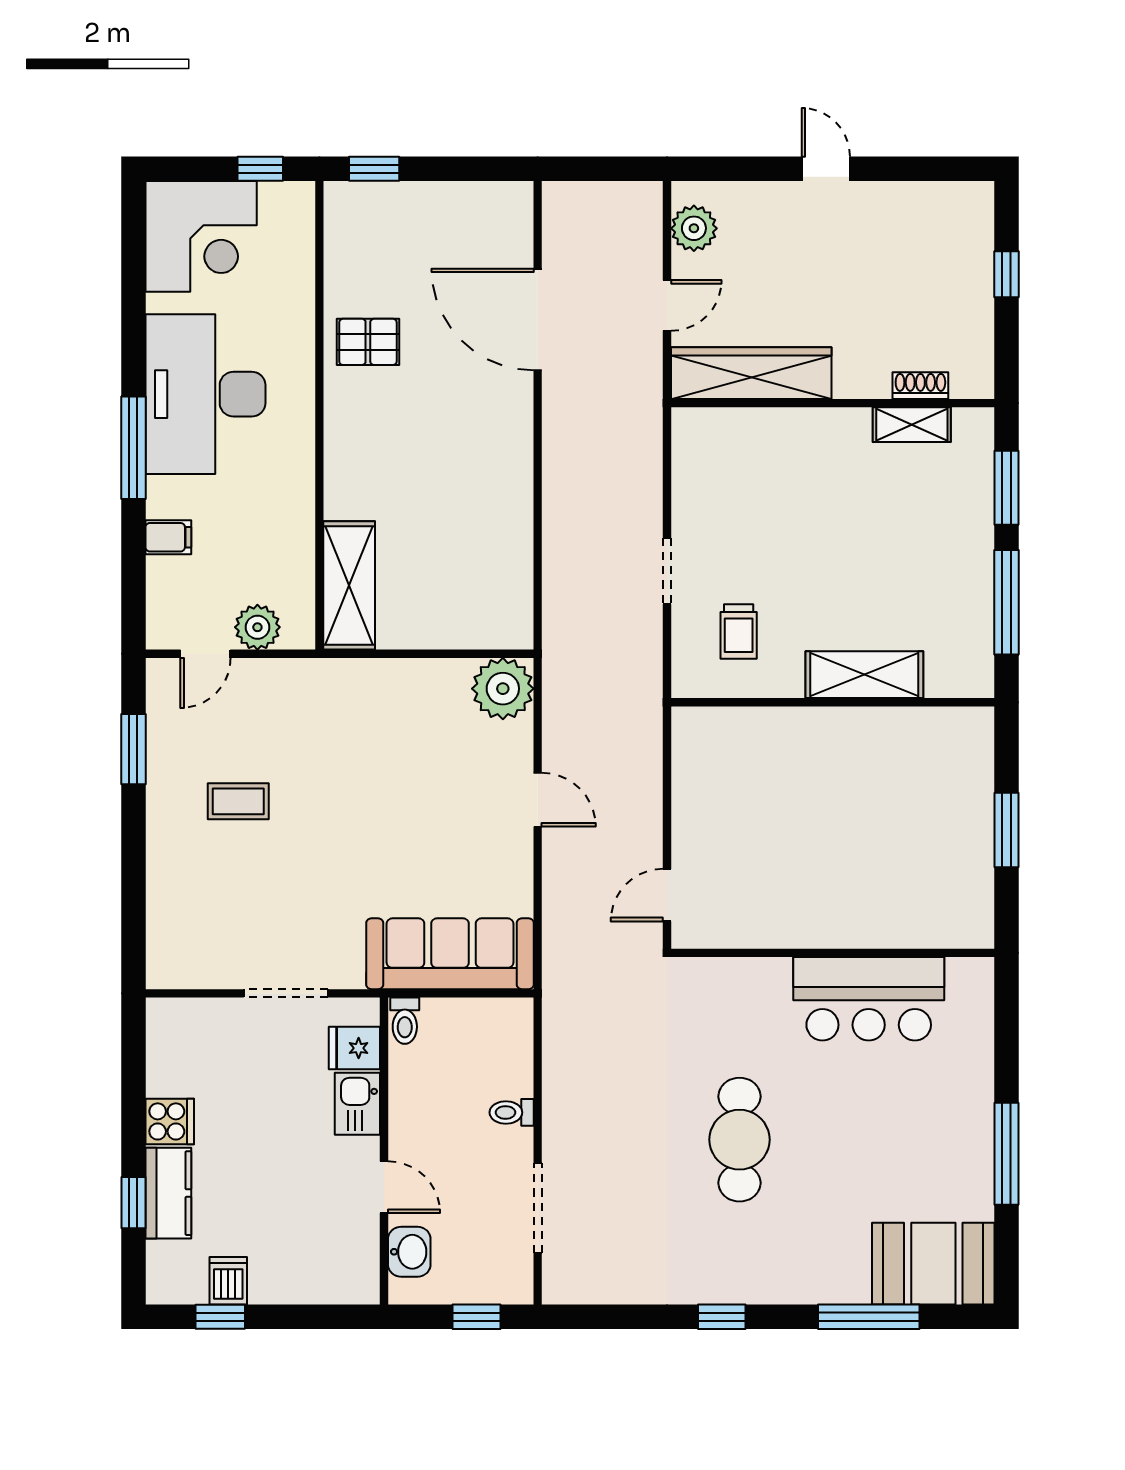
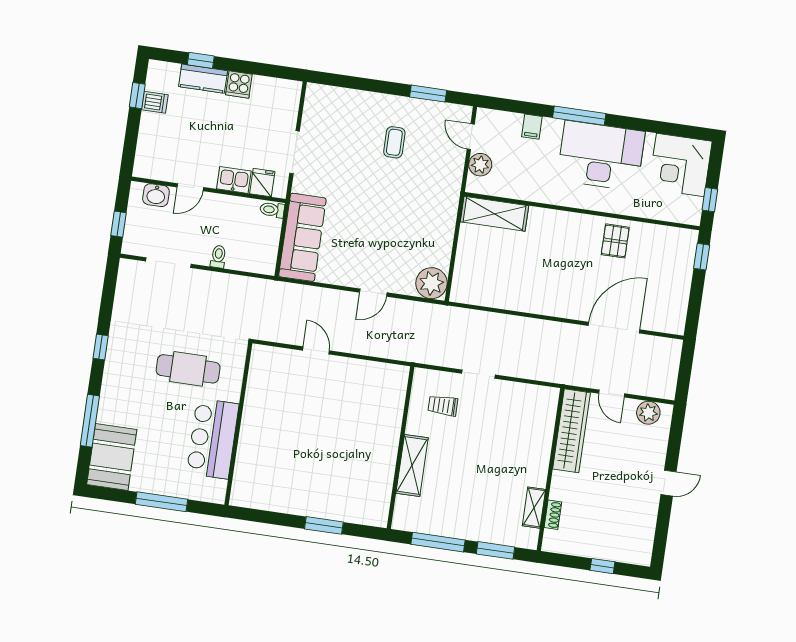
wall: (833, 953) -> (238, 424), moved
bar counter: (869, 999) -> (213, 439), moved

